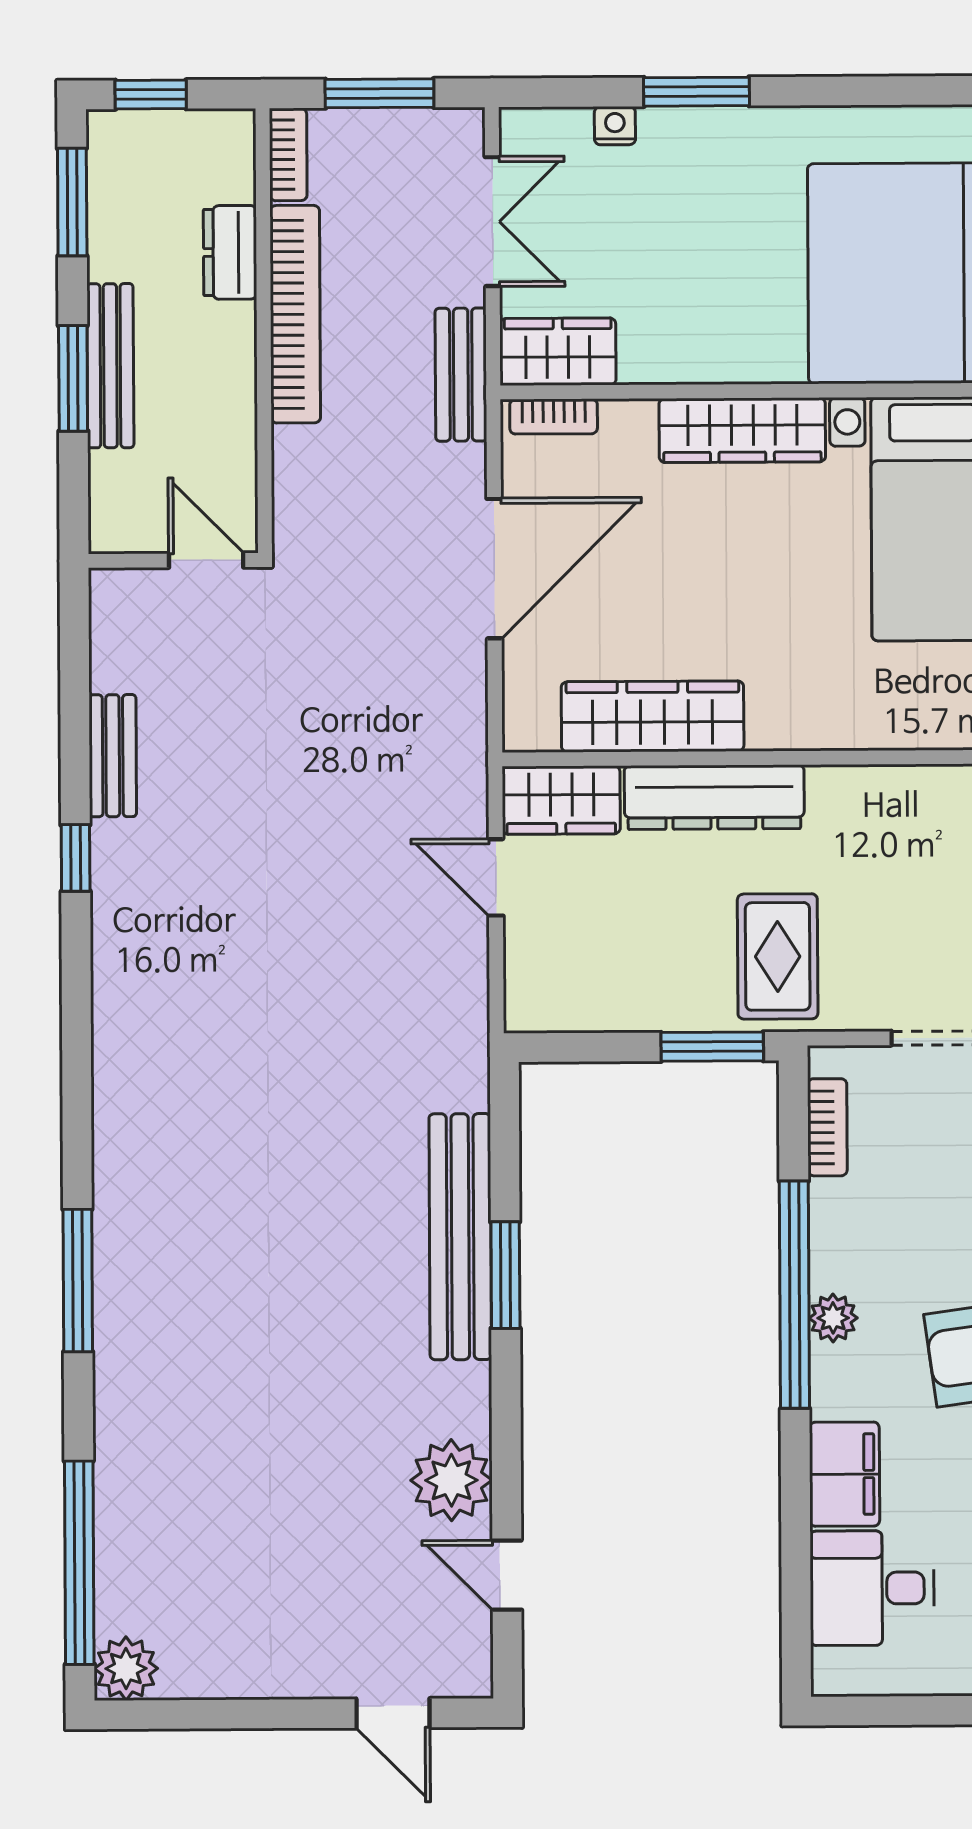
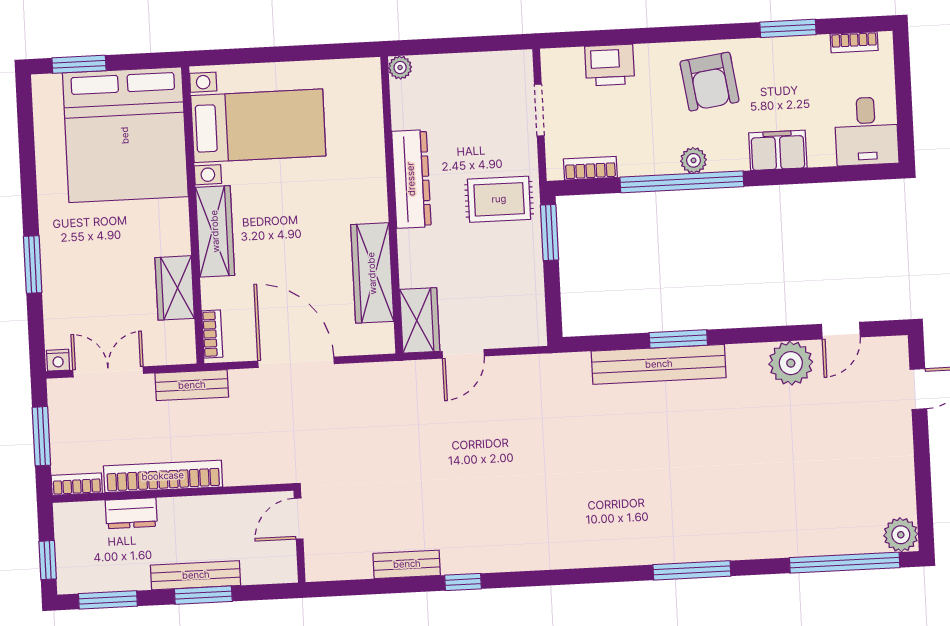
nightstand: (615, 126) -> (58, 360), moved, turned -90
wardrobe: (558, 352) -> (175, 288), moved
dresser: (714, 797) -> (411, 179), moved
desk: (872, 1588) -> (866, 131), moved

